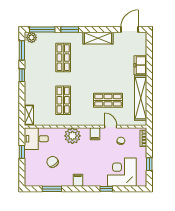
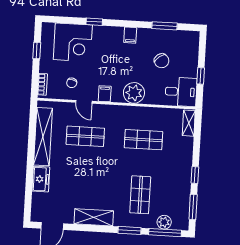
plant: (32, 38) -> (164, 222), moved
shop shelf: (63, 100) -> (143, 140), turned 90

